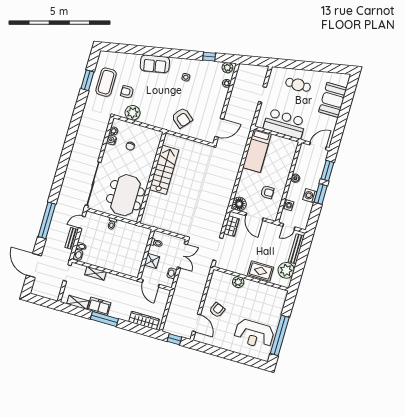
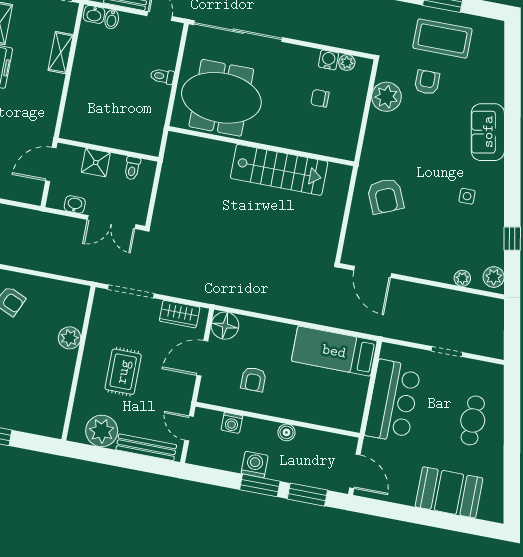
armchair: (182, 118) -> (385, 196), turned -63
rug: (261, 271) -> (123, 372), moved

